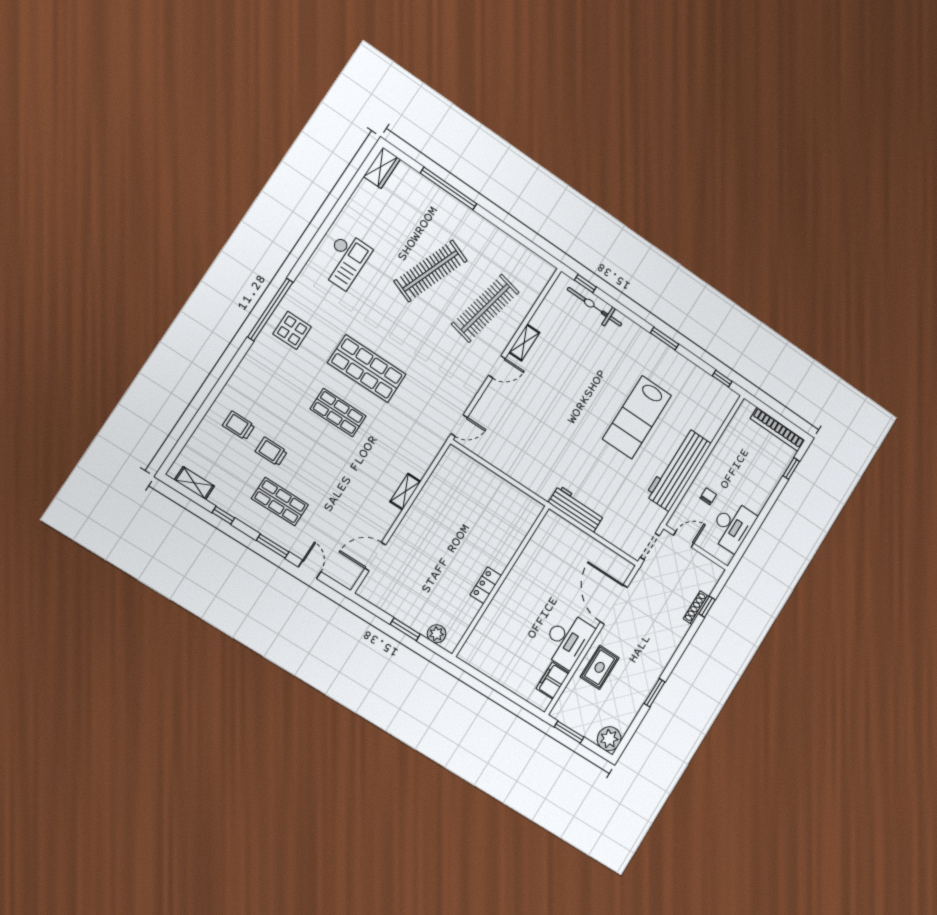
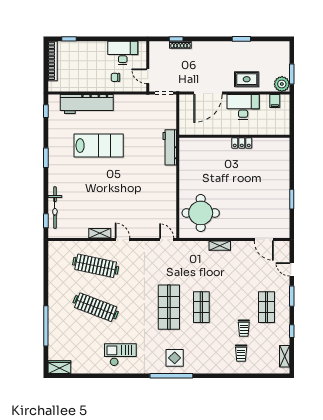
workbench: (678, 469) -> (87, 104), moved
round table: (465, 494) -> (201, 213), added
door: (310, 569) -> (292, 269), hinge flipped
wall: (501, 581) -> (234, 136), moved
locker: (486, 585) -> (242, 143), moved
plant: (437, 634) -> (284, 181), removed
filing cabinet: (553, 681) -> (275, 101), width x0.50
plant: (609, 739) -> (282, 84), moved

